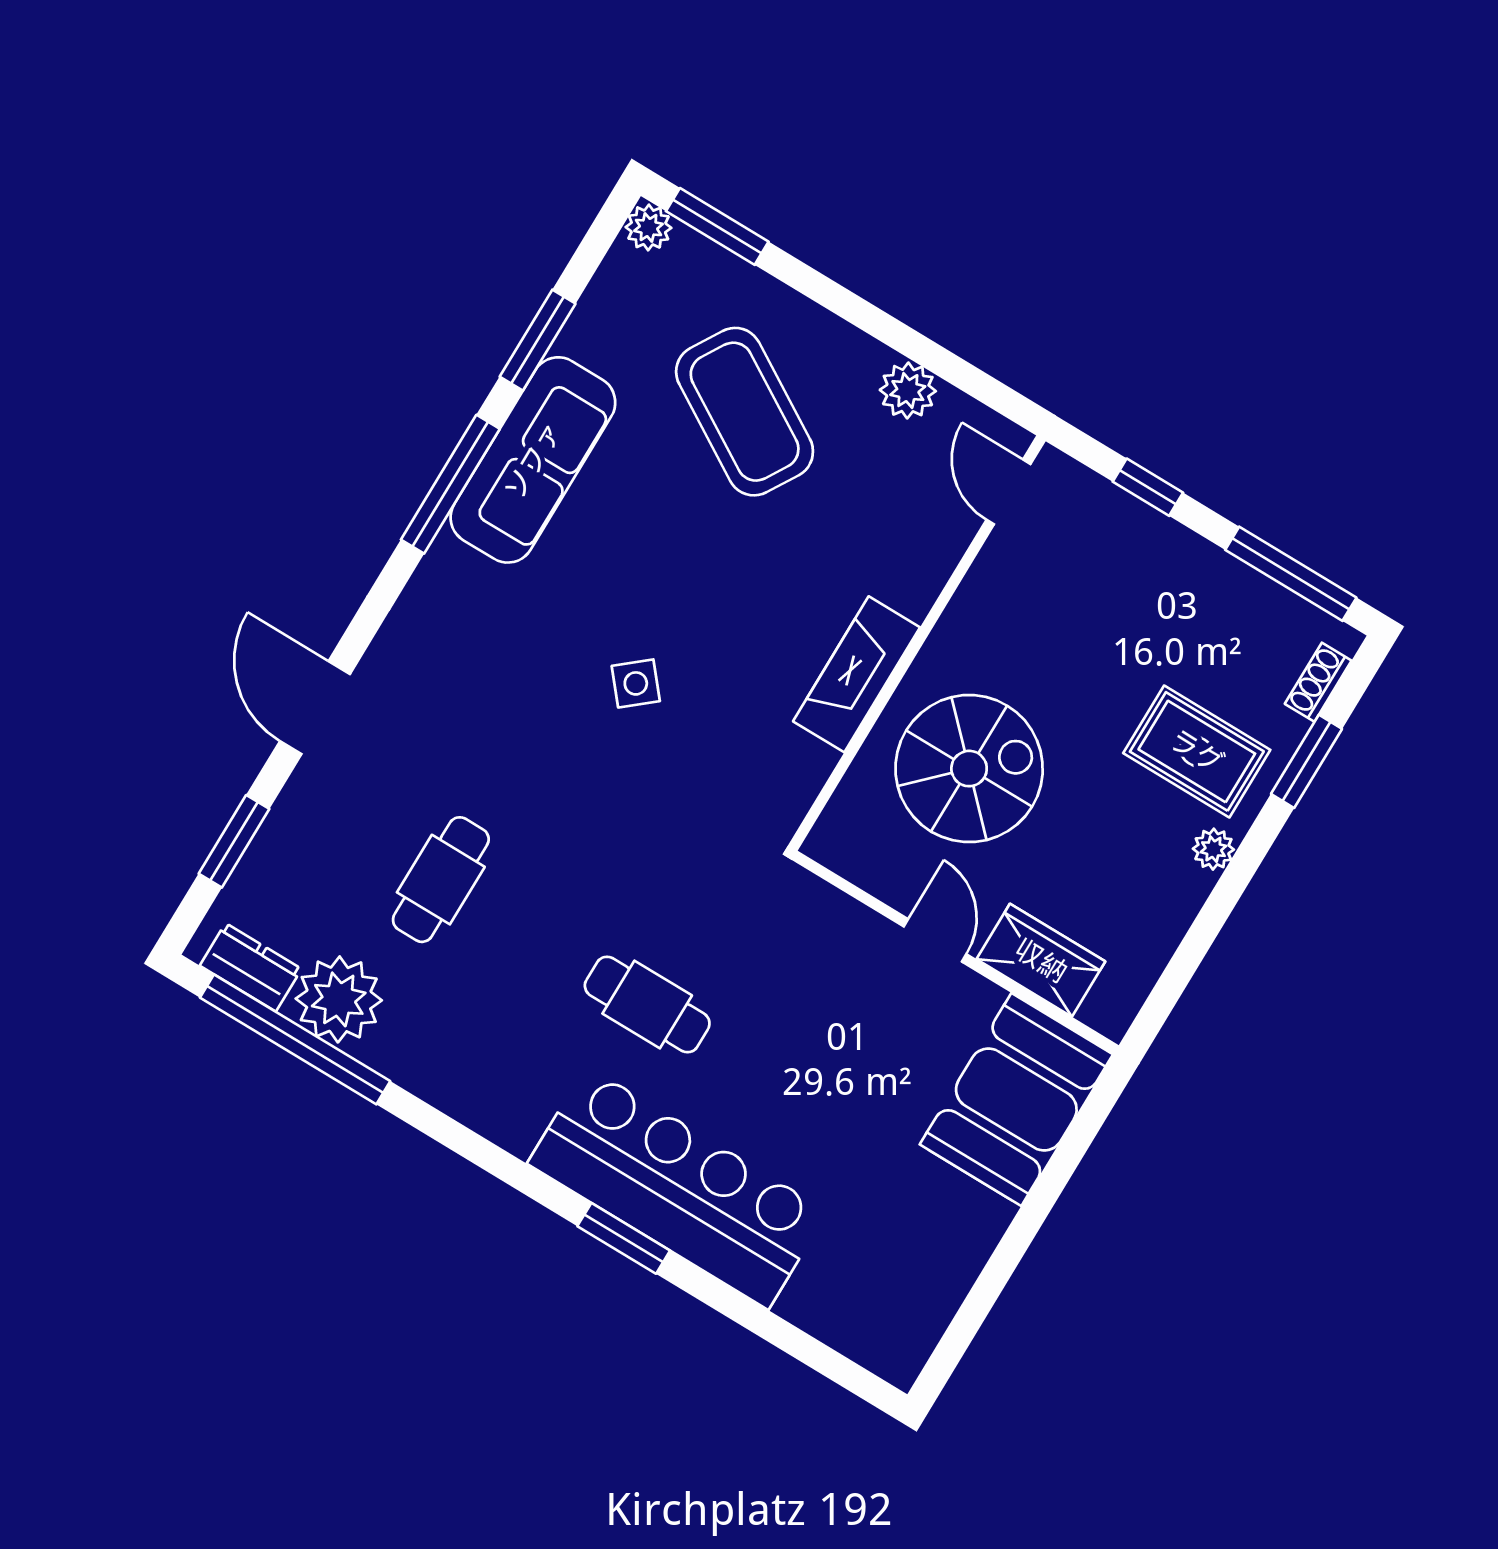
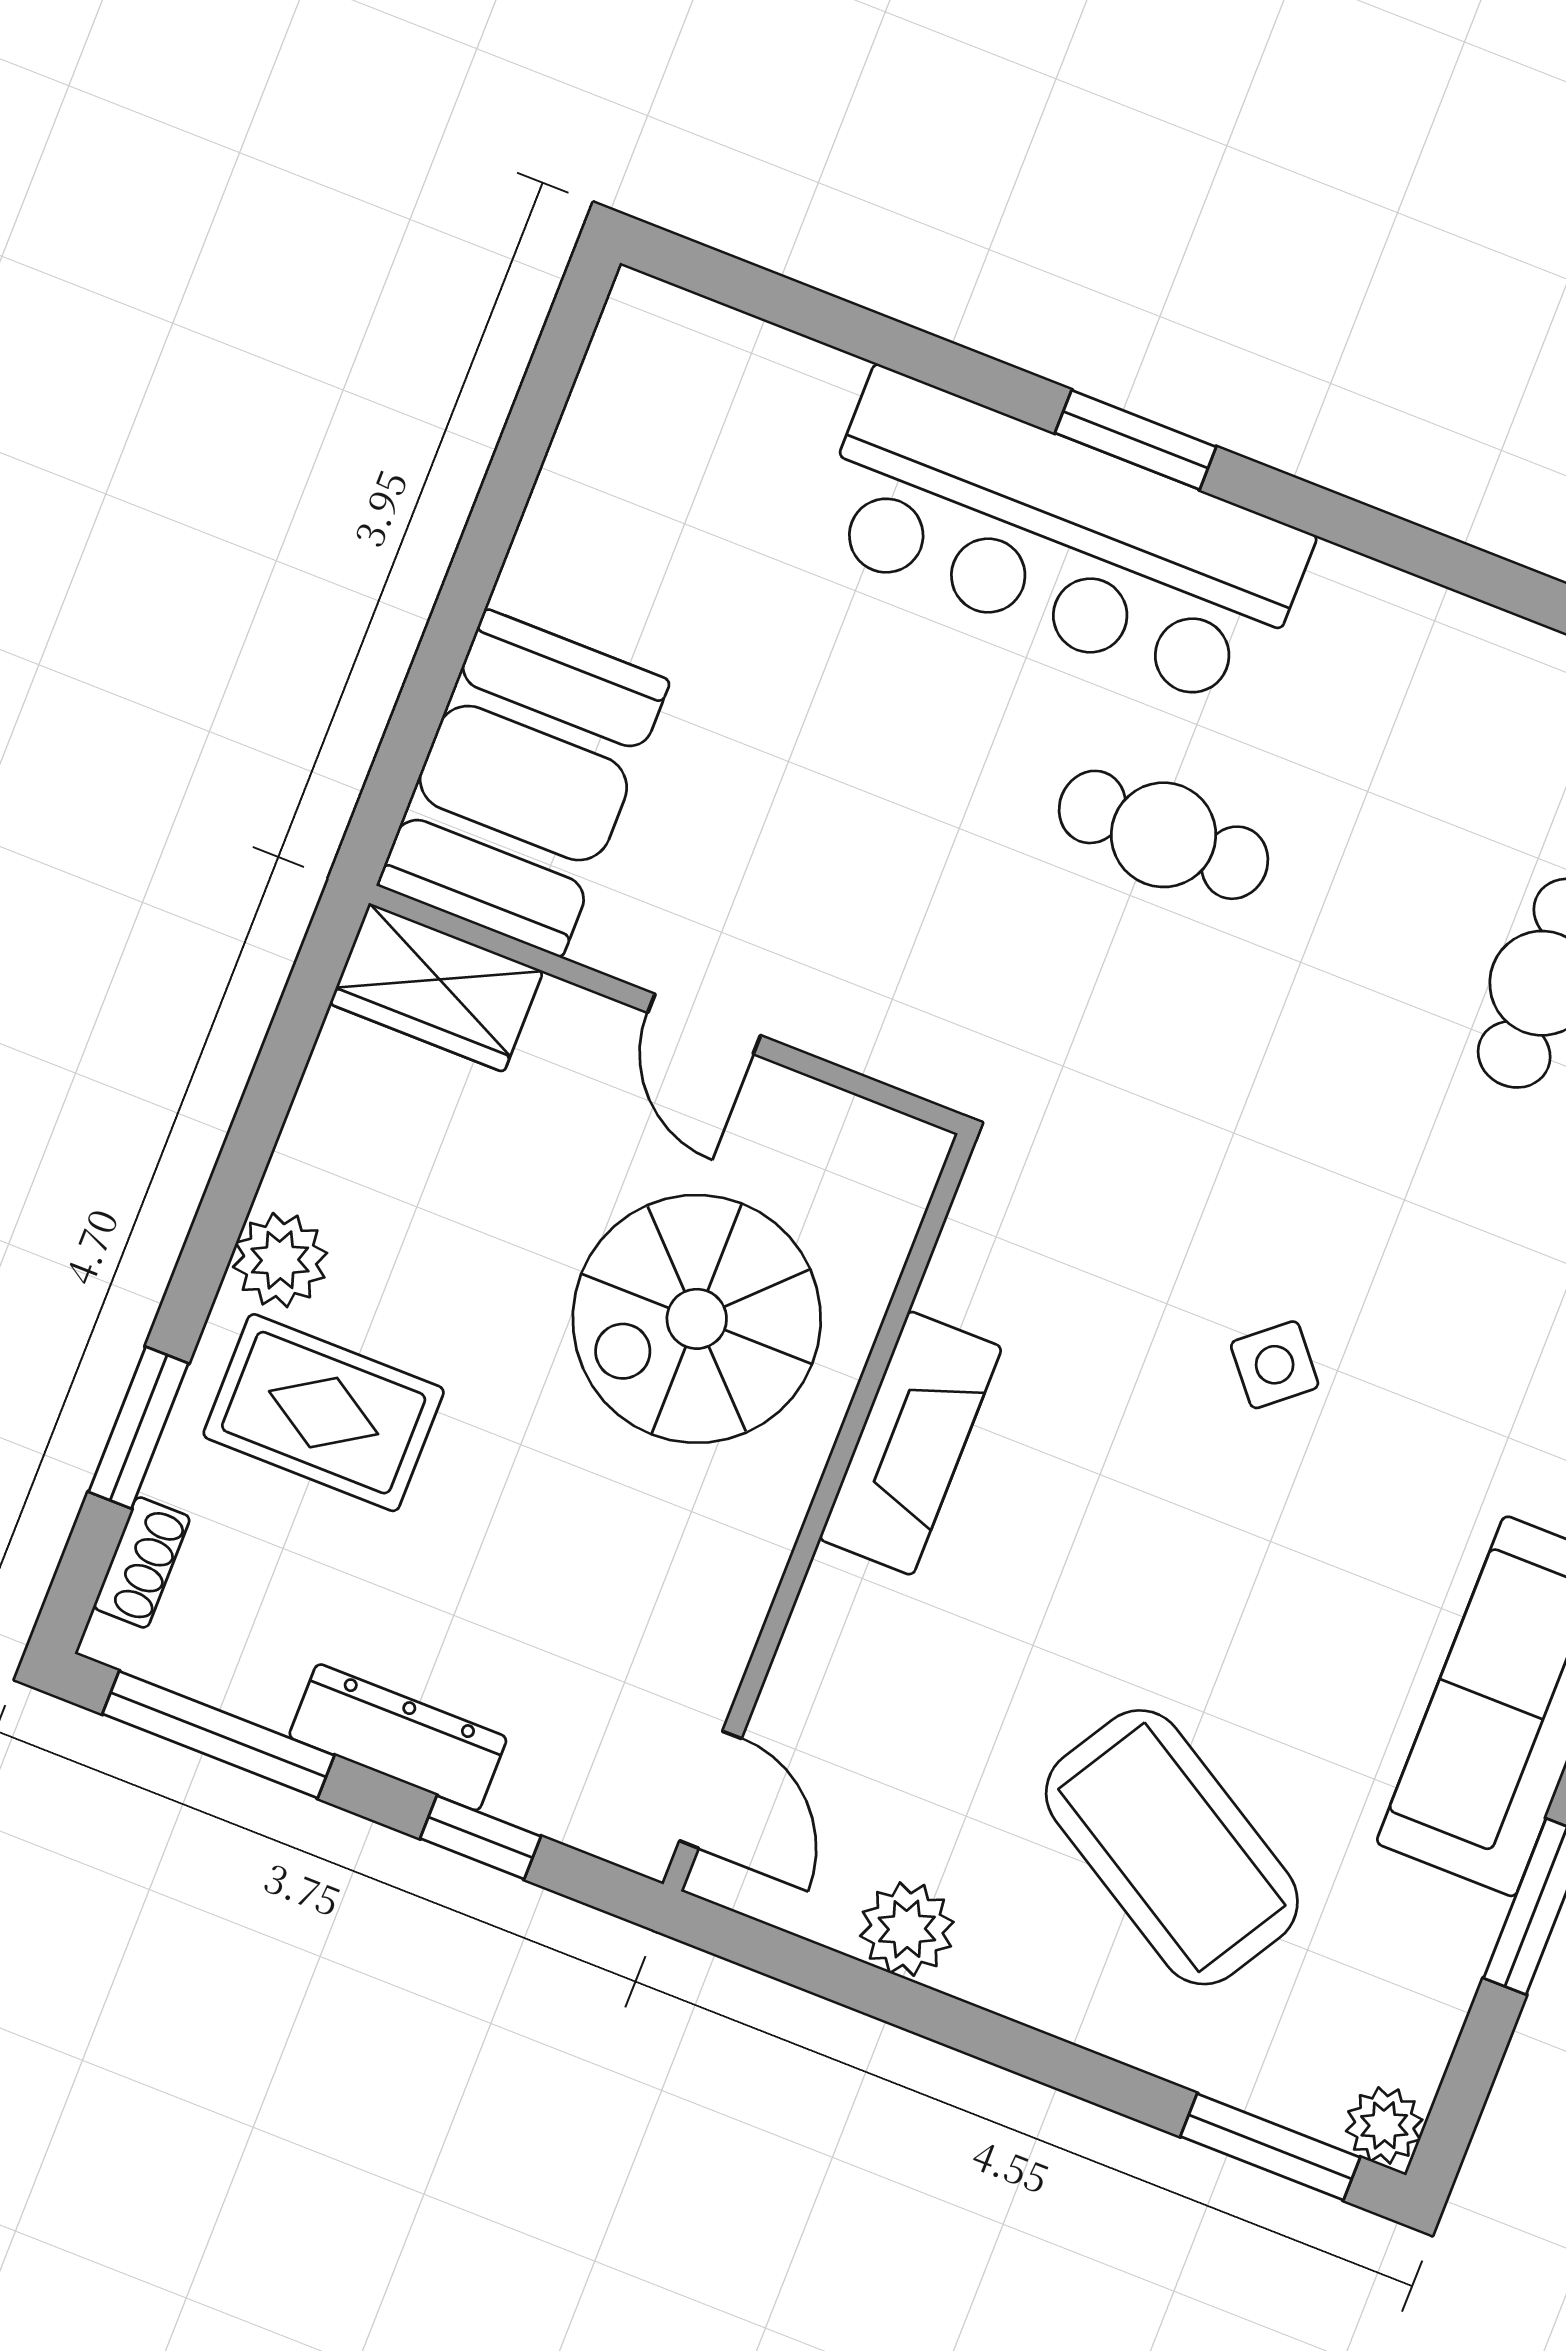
dresser: (1186, 554) -> (398, 1737), added
plant: (1213, 849) -> (280, 1260), width x1.38, depth x1.38
wardrobe: (1041, 960) -> (436, 988), moved

